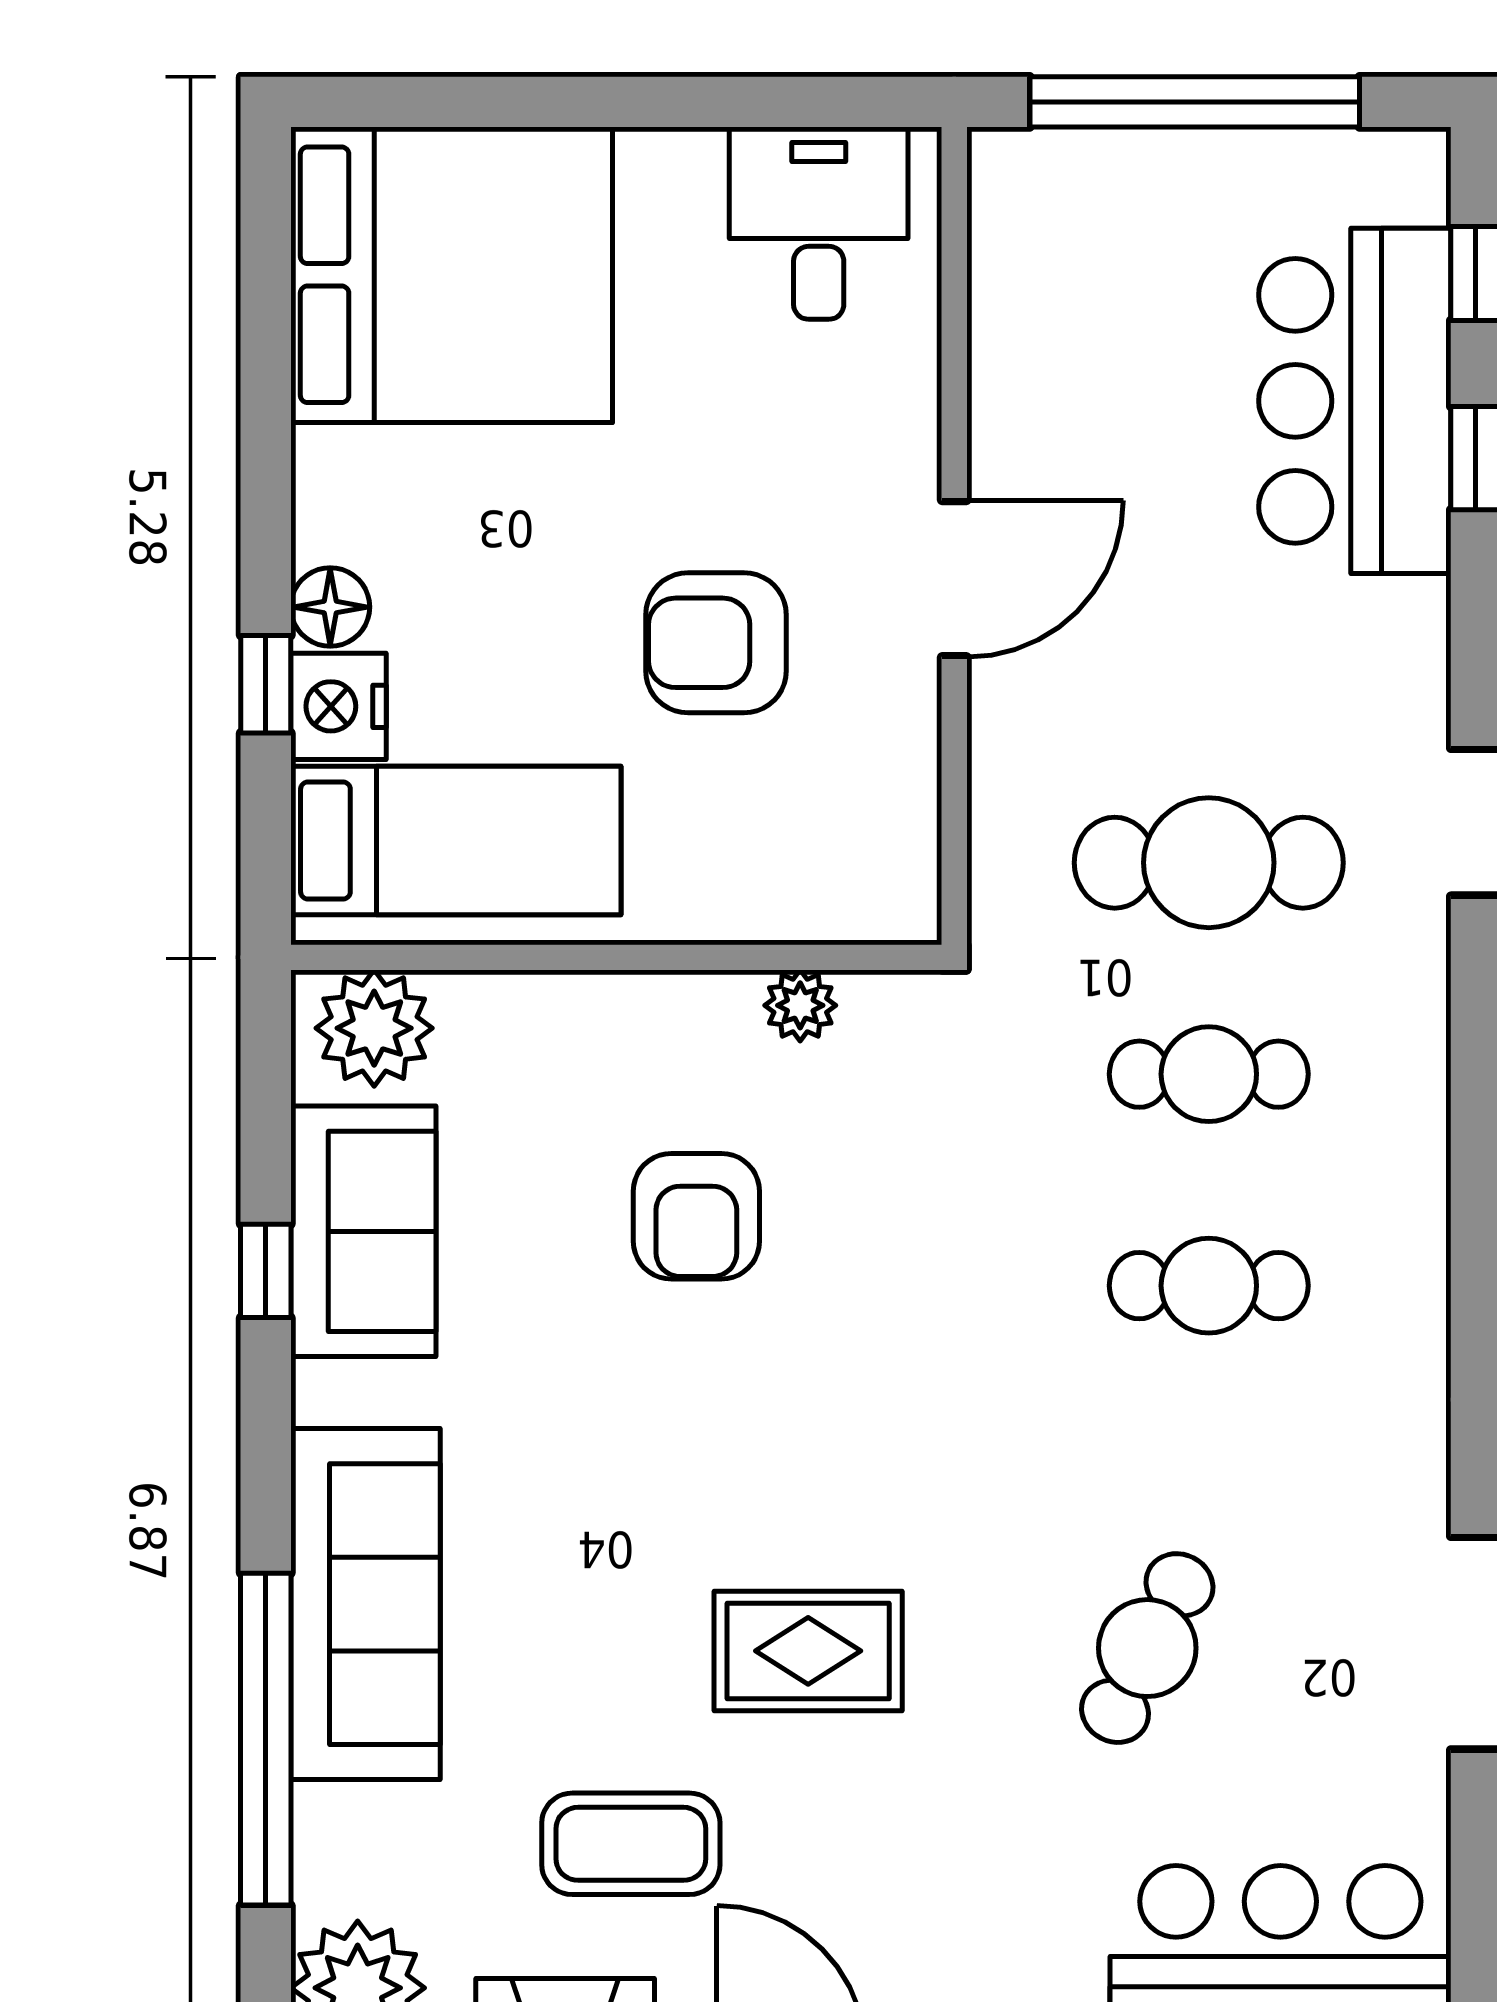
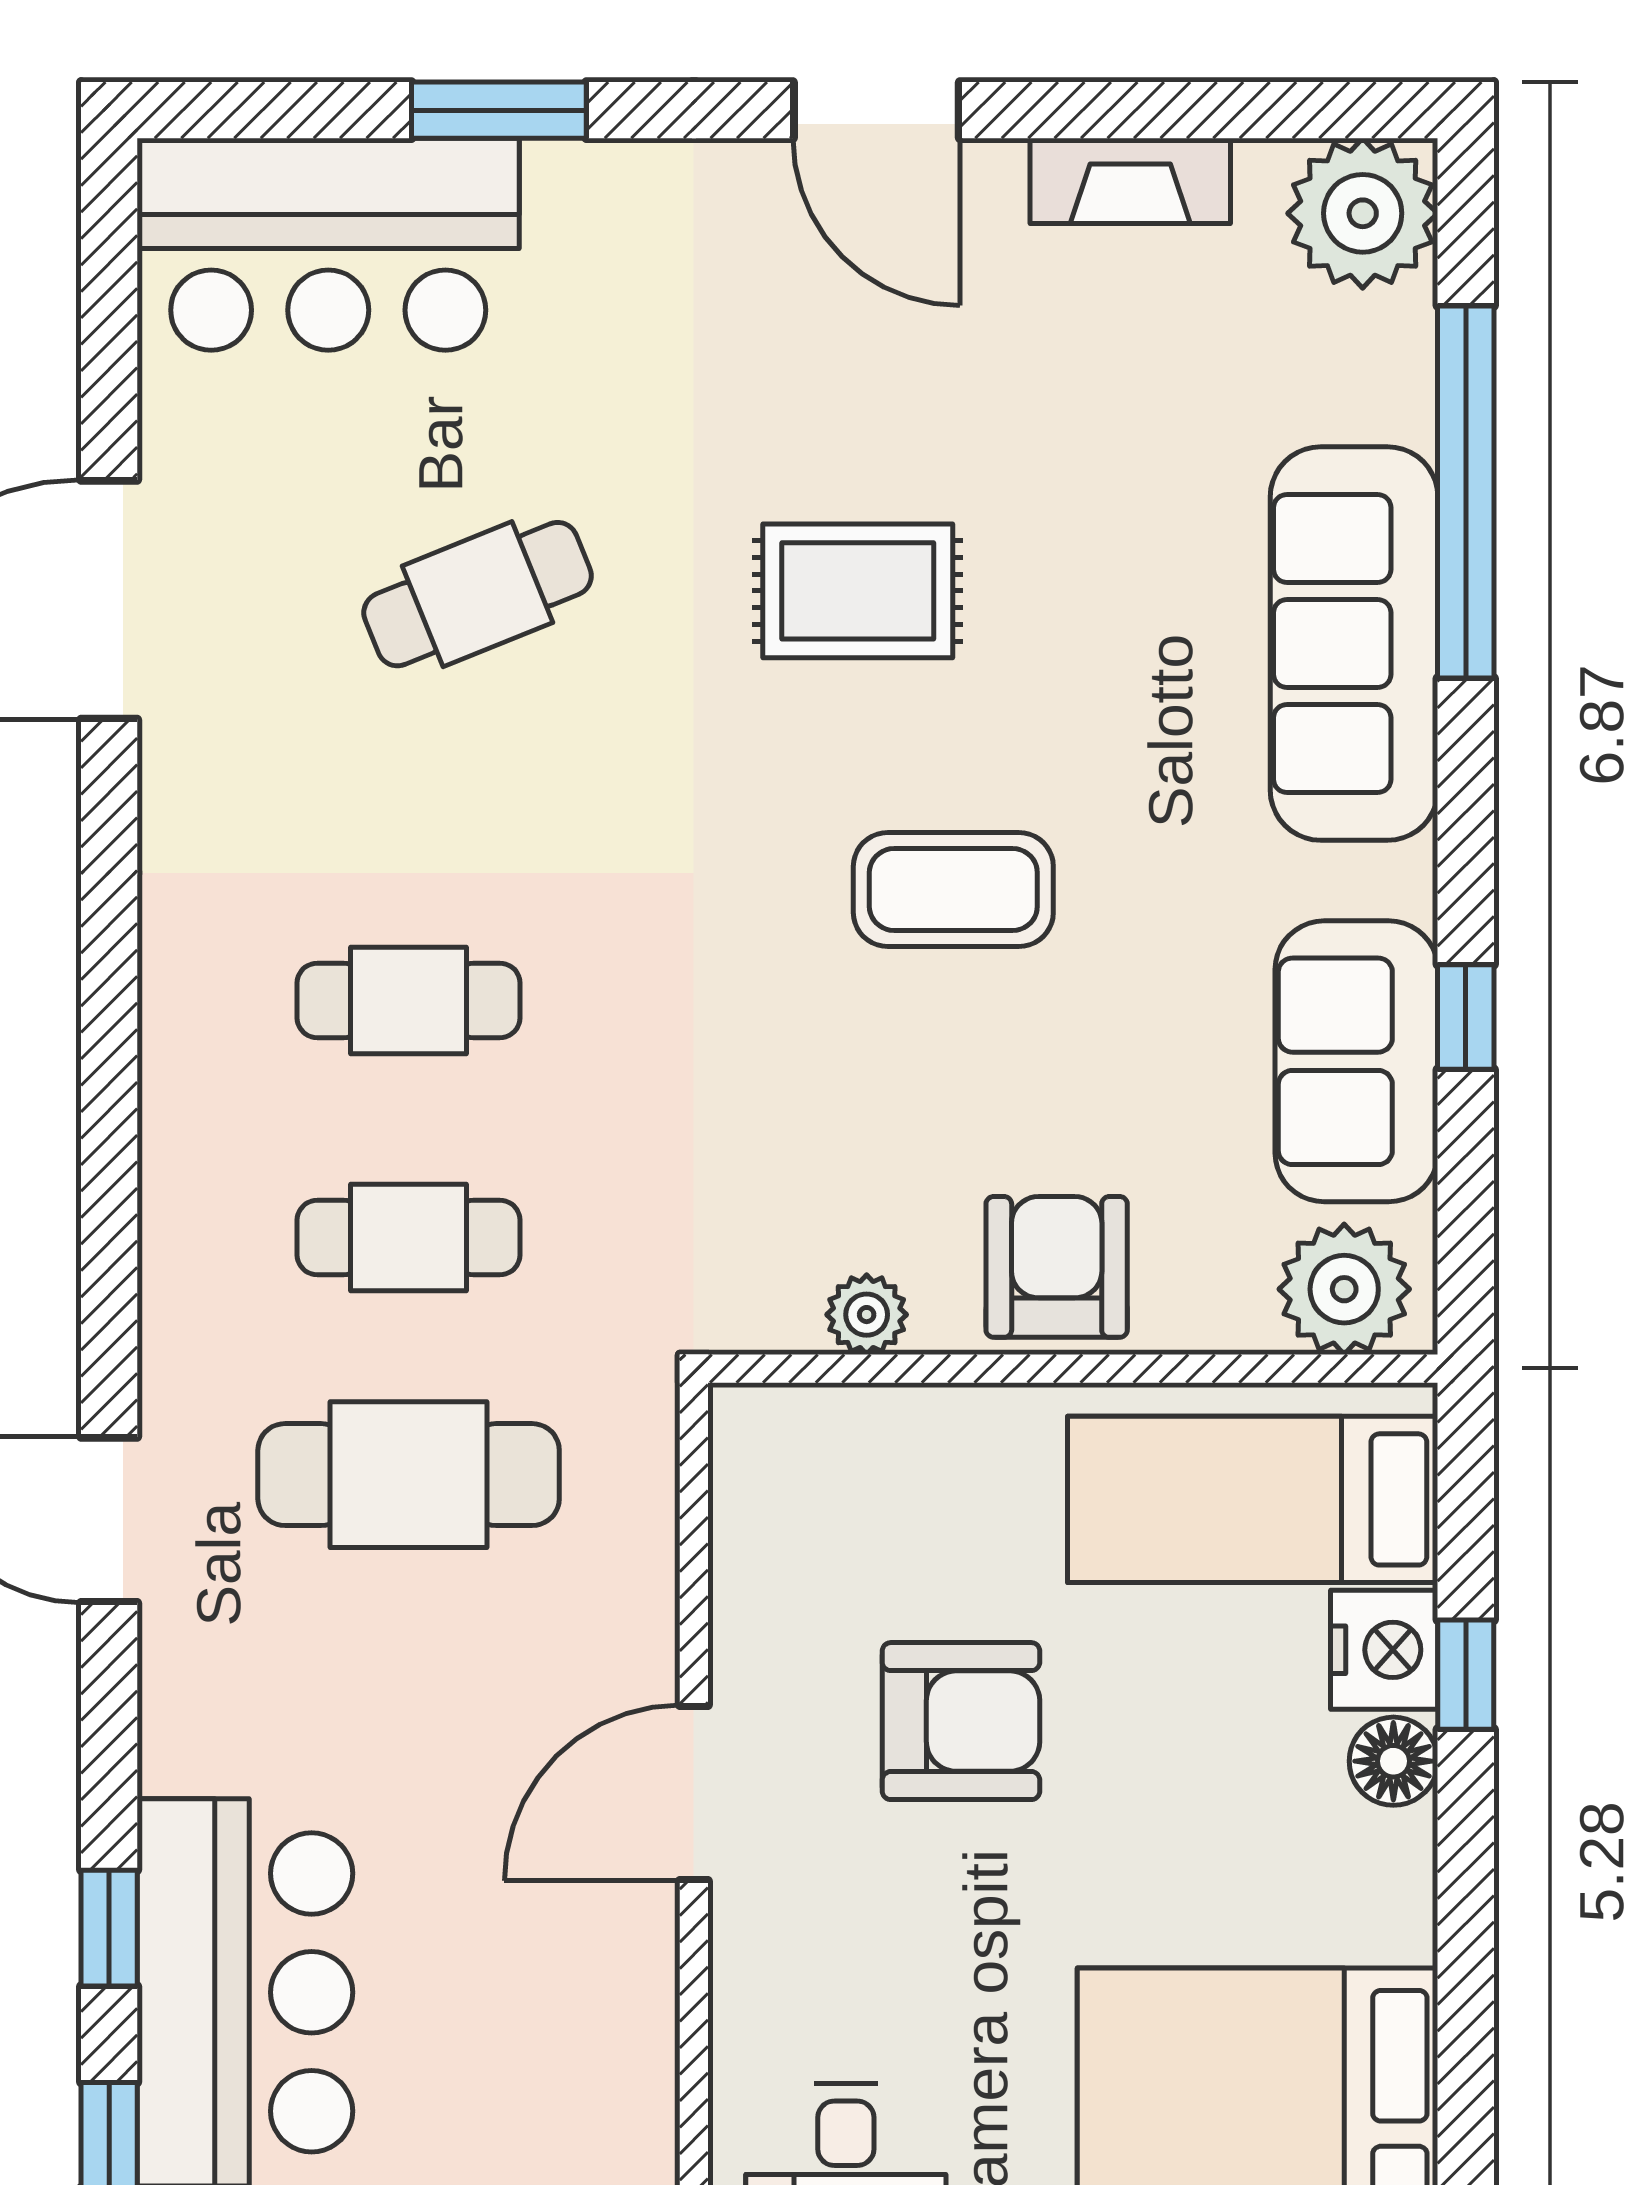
armchair: (696, 1216) -> (1057, 1267), moved
cafe table: (1147, 1648) -> (478, 594), turned 41
coffee table: (631, 1844) -> (953, 890), moved

